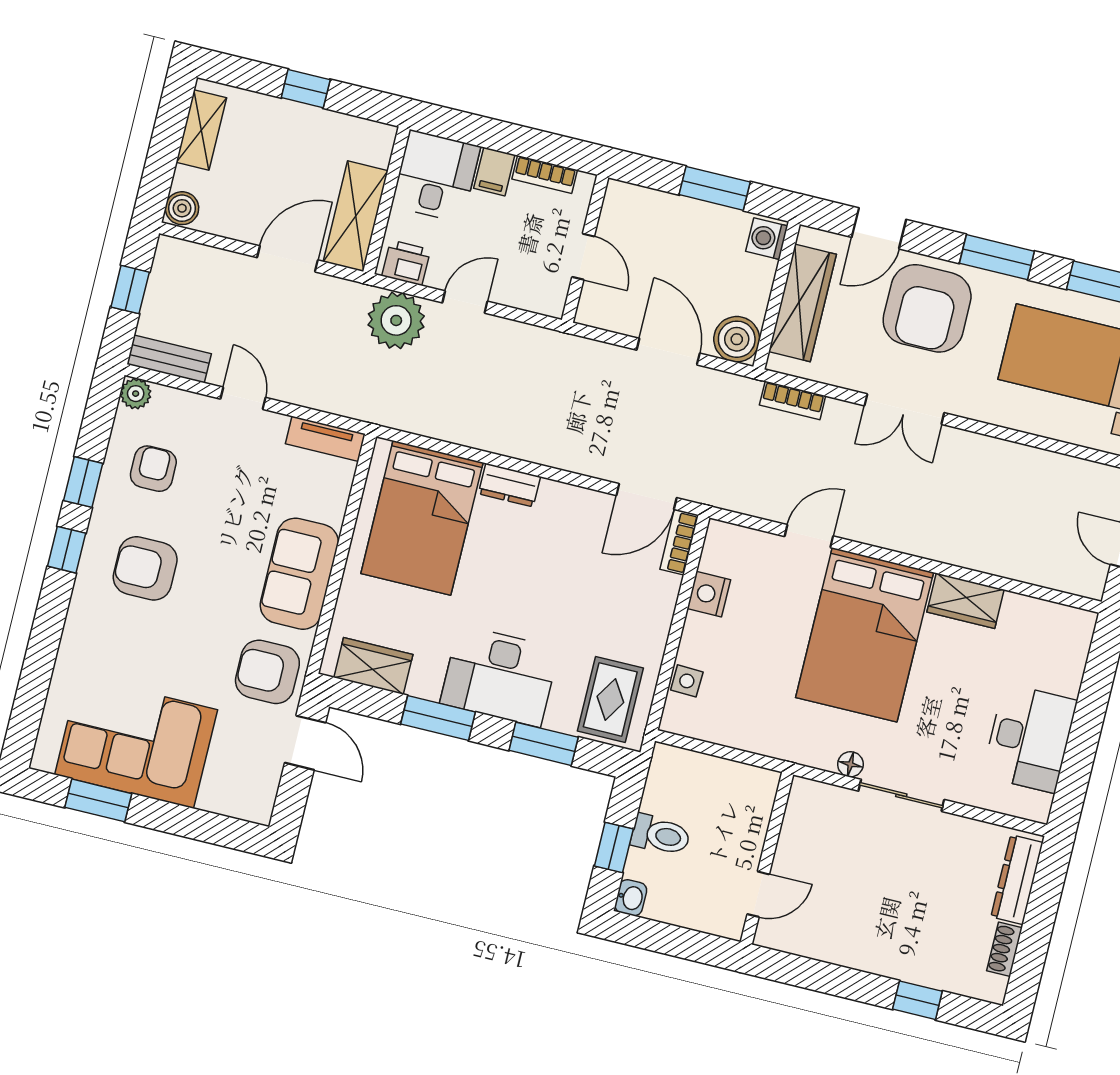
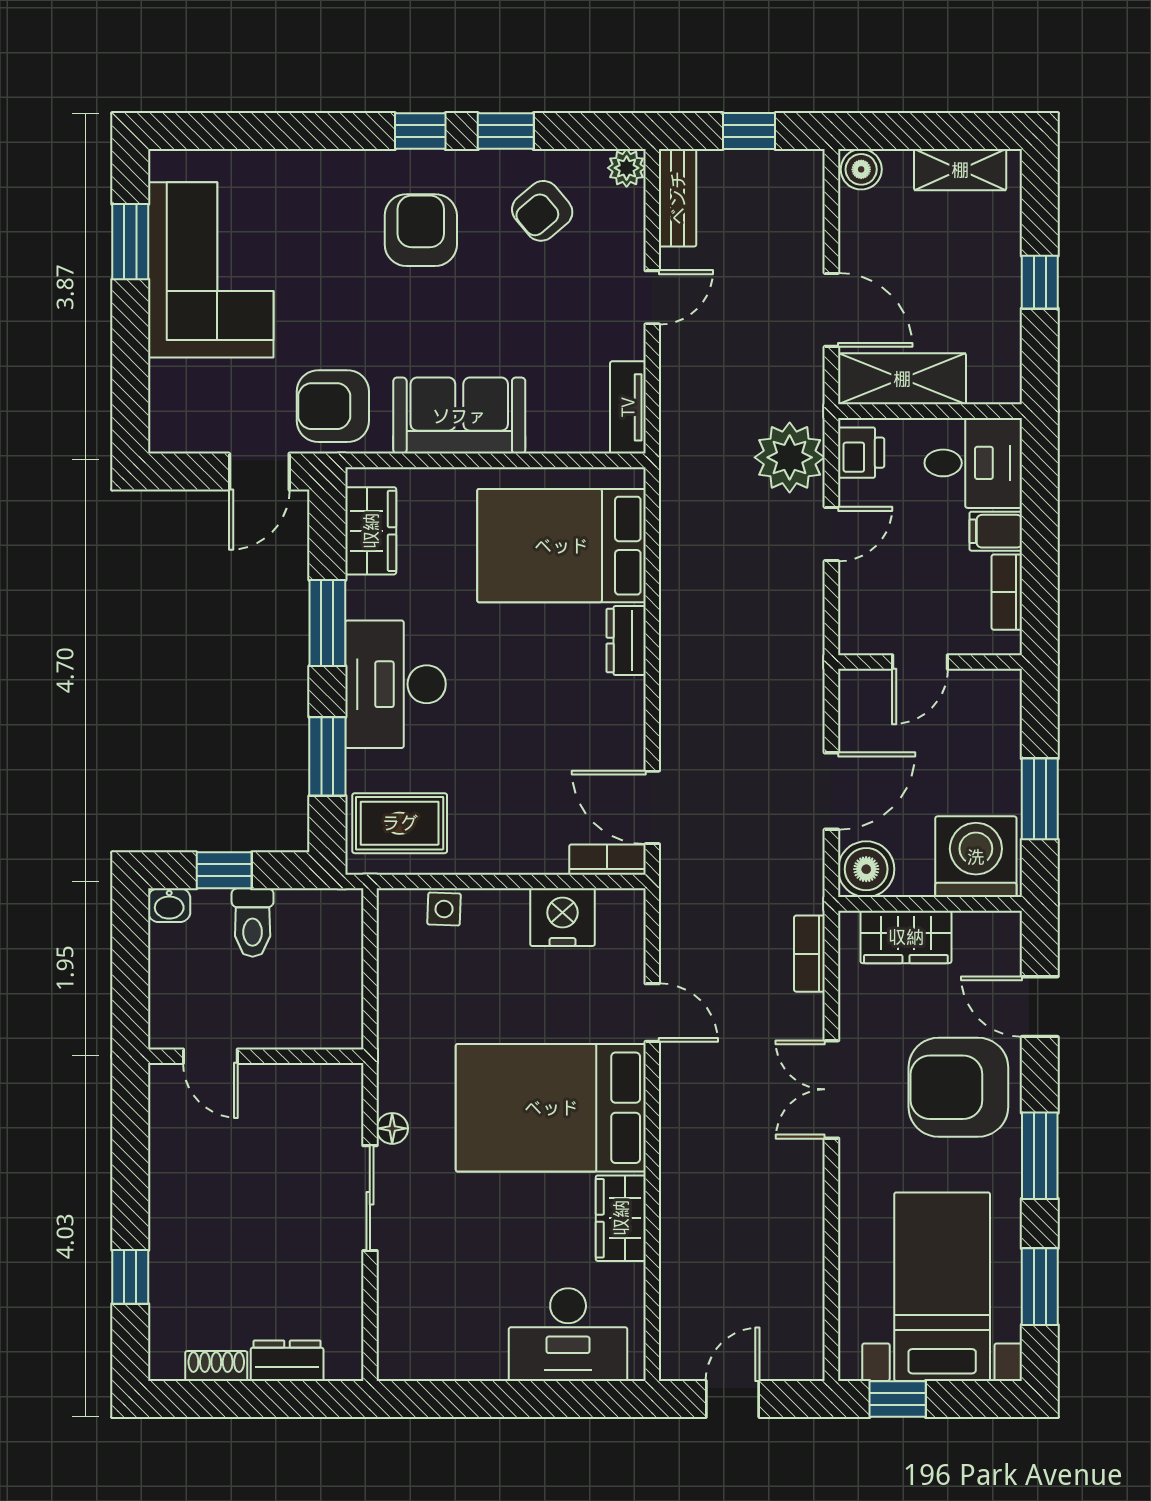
washing machine: (767, 239) -> (976, 857), width x1.89, depth x1.89
door: (465, 302) -> (831, 534), hinge flipped
wardrobe: (802, 303) -> (906, 937), width x0.67
armchair: (153, 469) -> (542, 211), turned 140
nightstand: (709, 594) -> (562, 917), width x1.36, depth x1.33
armchair: (267, 672) -> (333, 406), turned -90
desk: (1030, 738) -> (568, 1335), moved
dresser: (1017, 880) -> (287, 1361), width x0.70

